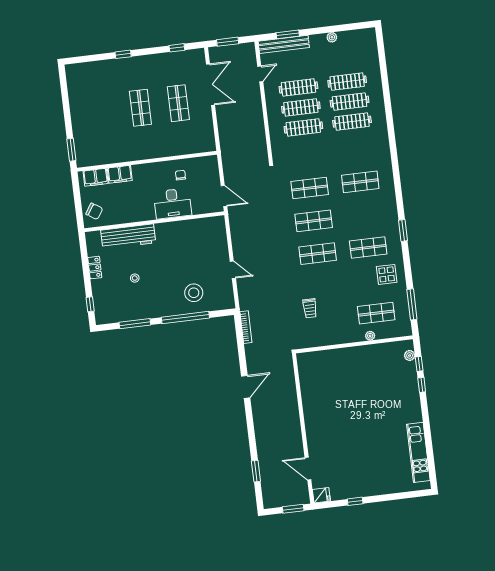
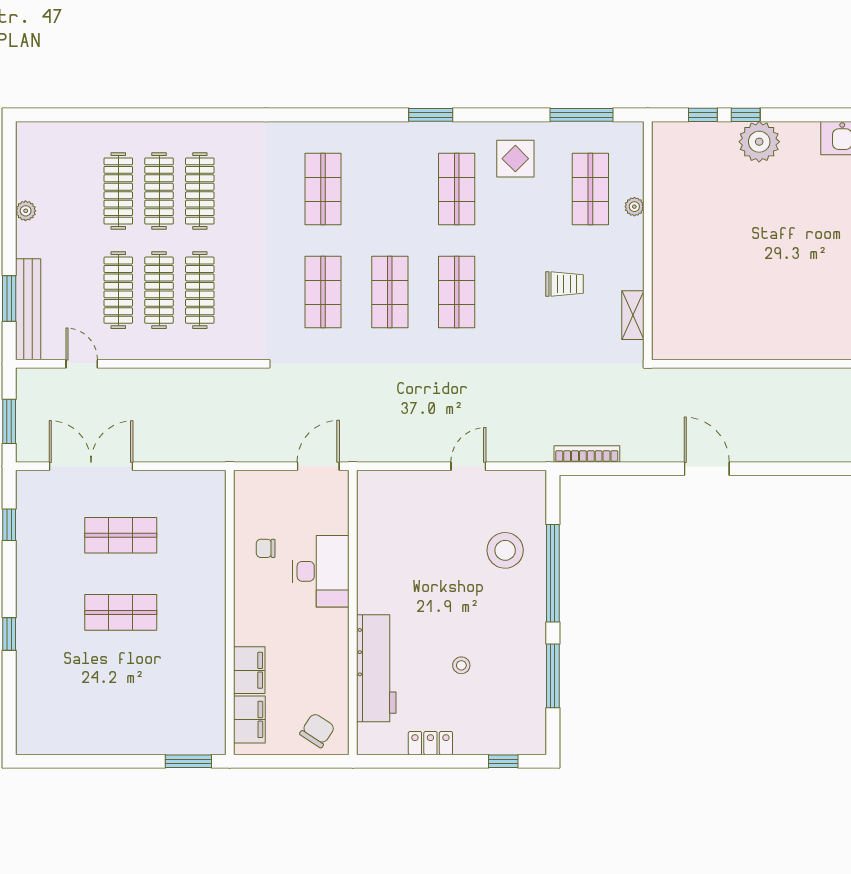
trolley: (310, 308) -> (565, 284), moved
shelving: (317, 341) -> (633, 315), added
plant: (410, 356) -> (759, 142), moved, width x1.88, depth x1.88

